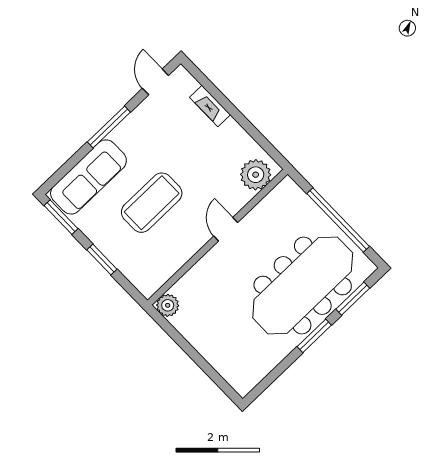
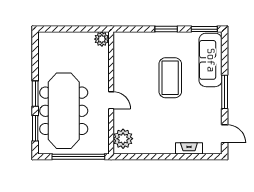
plant: (256, 175) -> (123, 139), moved
door: (226, 229) -> (111, 100), moved
wall: (218, 237) -> (111, 93), moved
plant: (168, 305) -> (102, 39), moved

